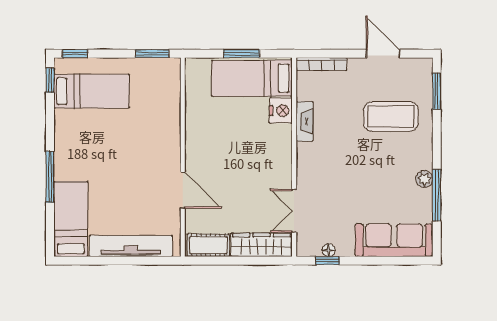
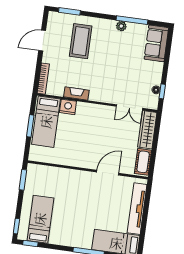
sofa: (394, 240) -> (156, 43), width x0.73

